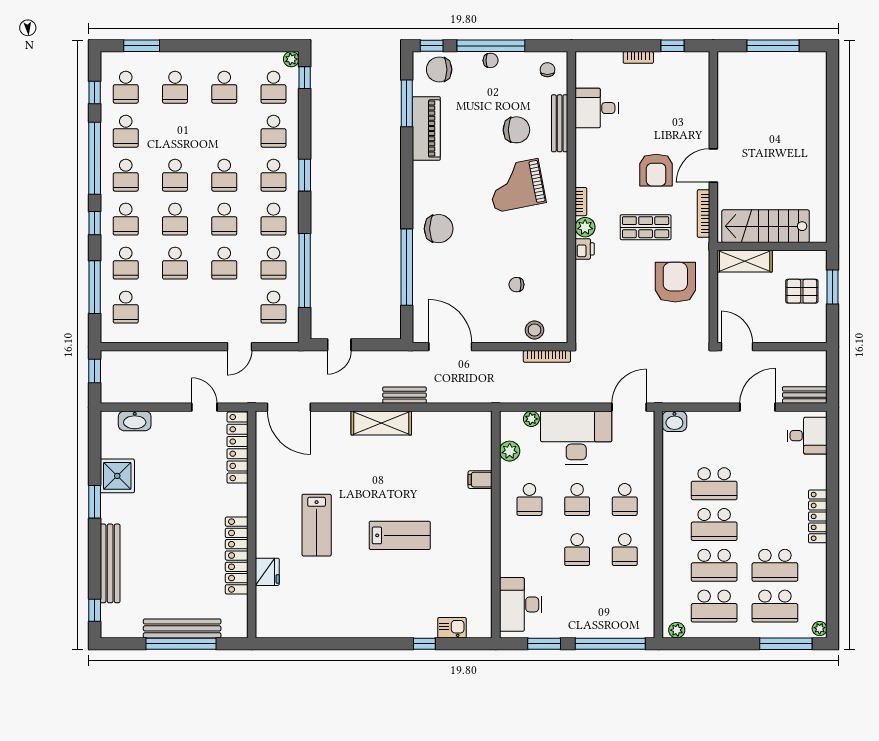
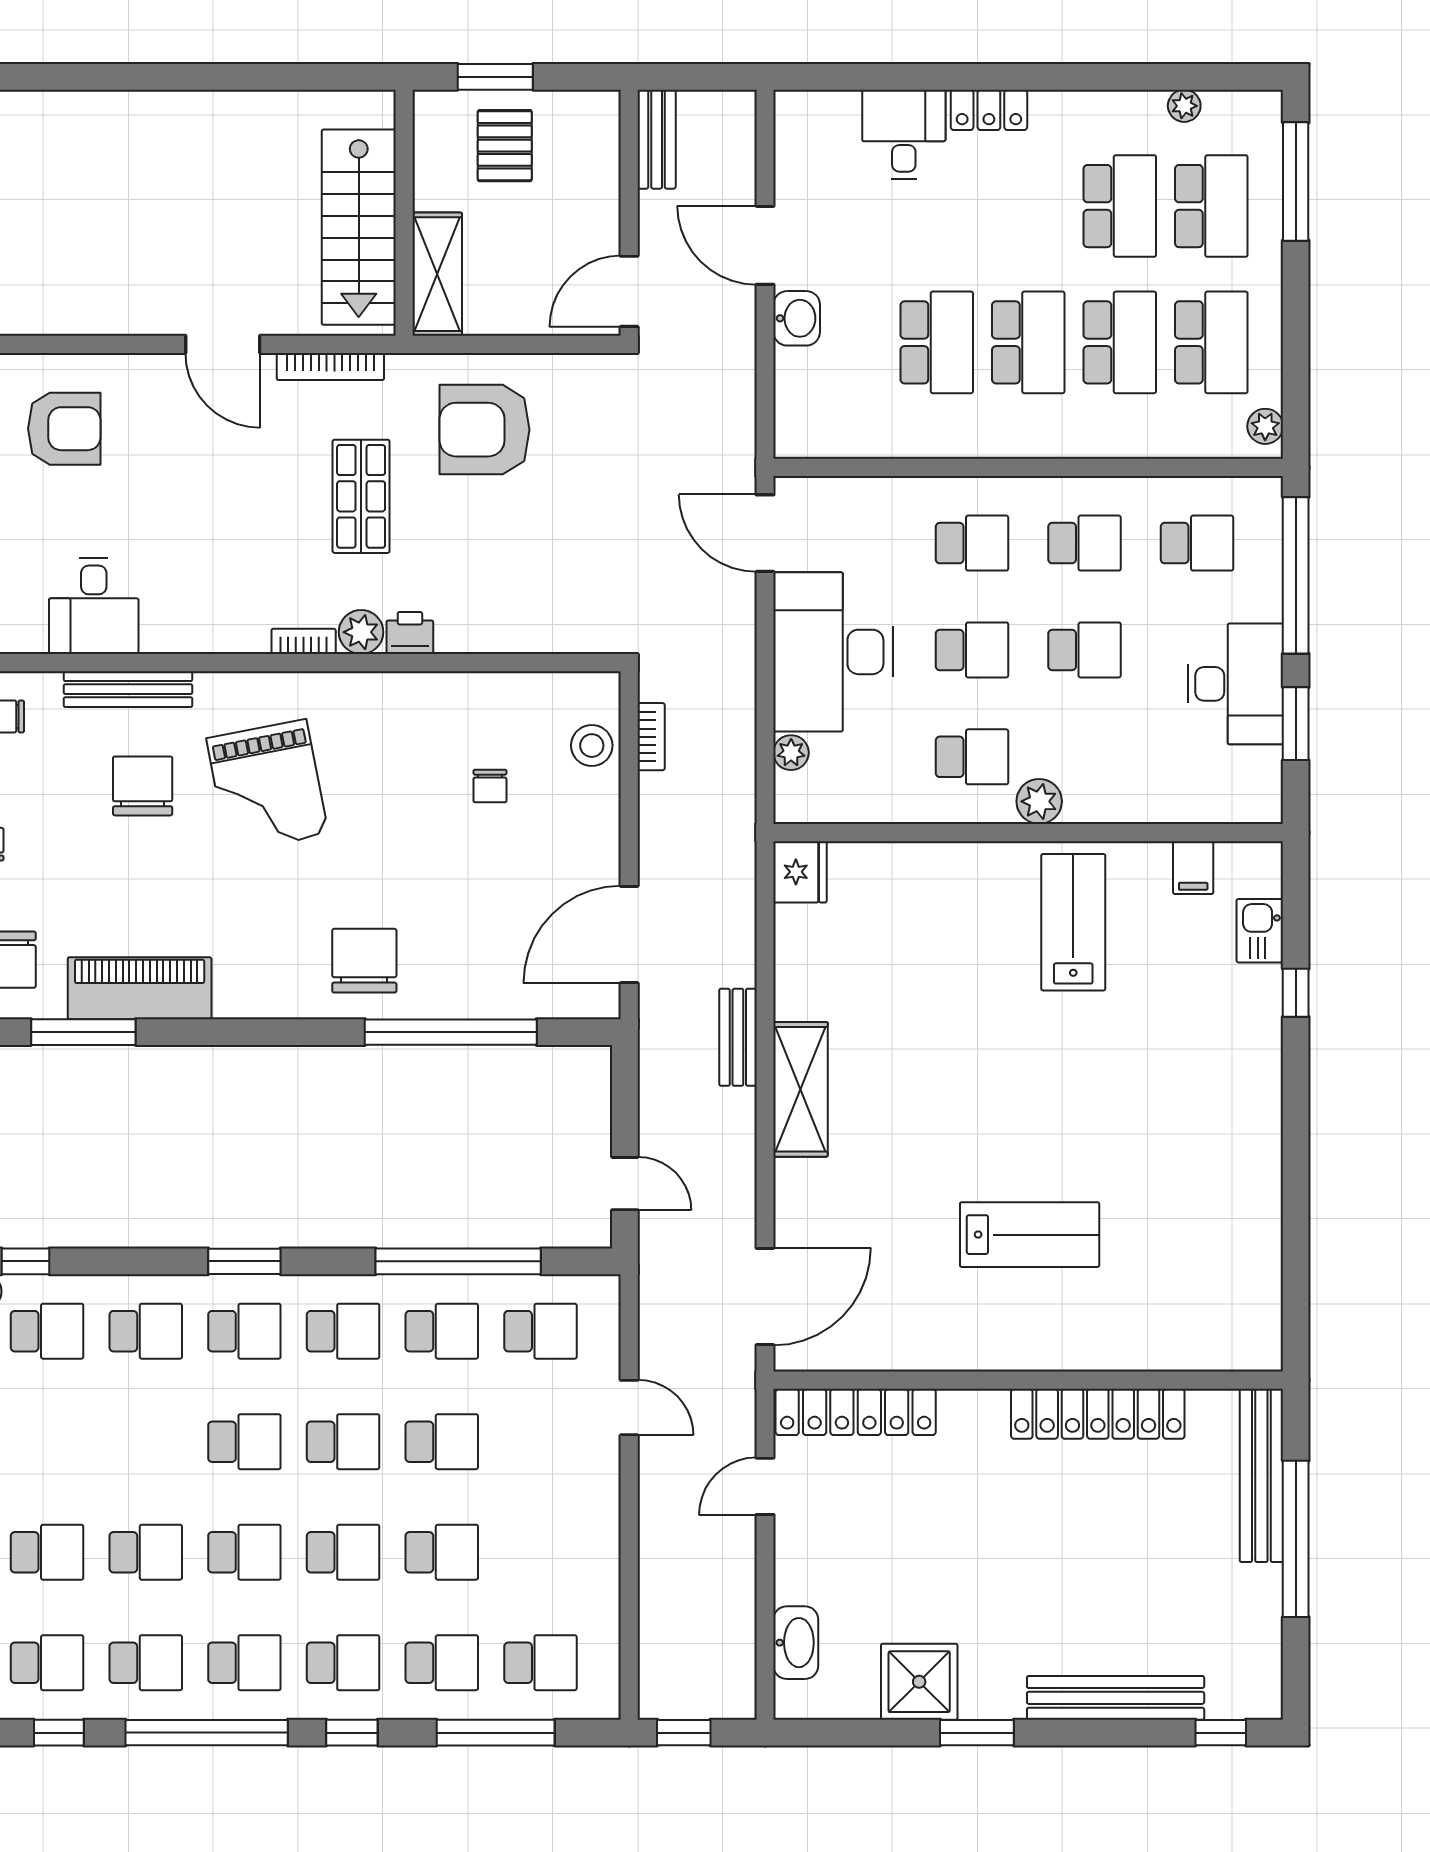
school desk: (224, 87) -> (146, 1552), moved
armchair: (656, 170) -> (64, 429), moved
bookcase: (547, 356) -> (651, 737), width x0.64
bench: (805, 395) -> (657, 139), moved
washbasin: (674, 421) -> (797, 318), moved
desk: (807, 436) -> (904, 134), moved
plant: (510, 451) -> (1039, 801), moved
filing cabinet: (480, 480) -> (1193, 868), moved
locker: (818, 516) -> (989, 110), width x0.66
lab bench: (400, 535) -> (1073, 922), moved
fridge: (267, 572) -> (800, 872), moved, turned 90
school desk: (625, 600) -> (1197, 543), added
desk: (521, 604) -> (1235, 684), moved, turned -90
bench: (182, 628) -> (1261, 1475), moved
plant: (820, 629) -> (1184, 106), moved

